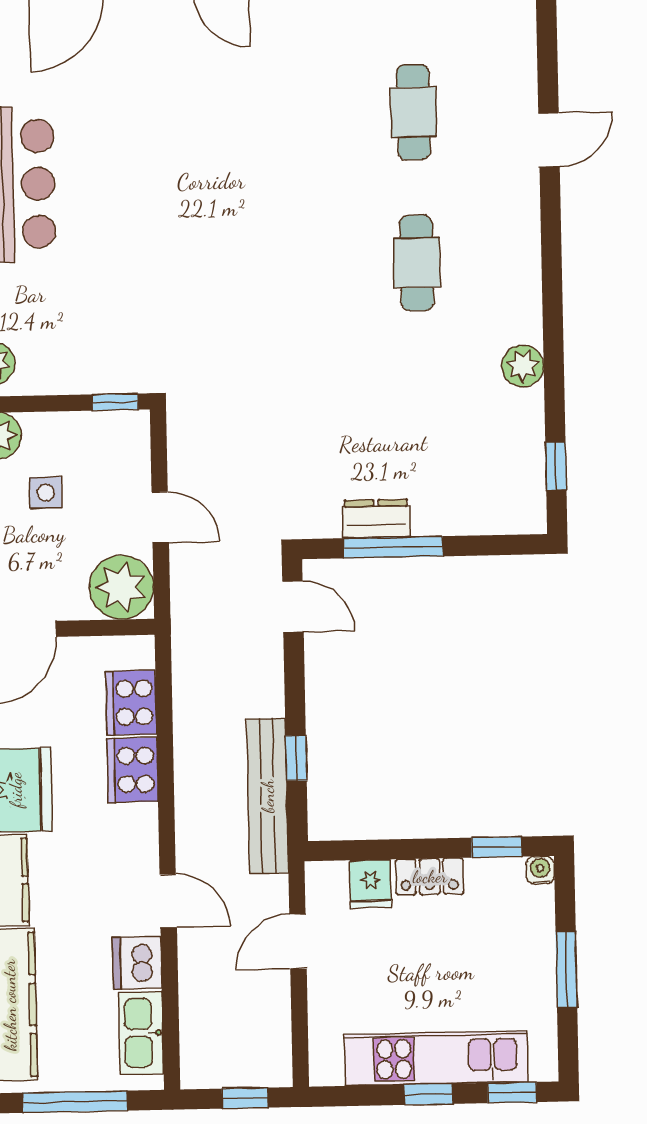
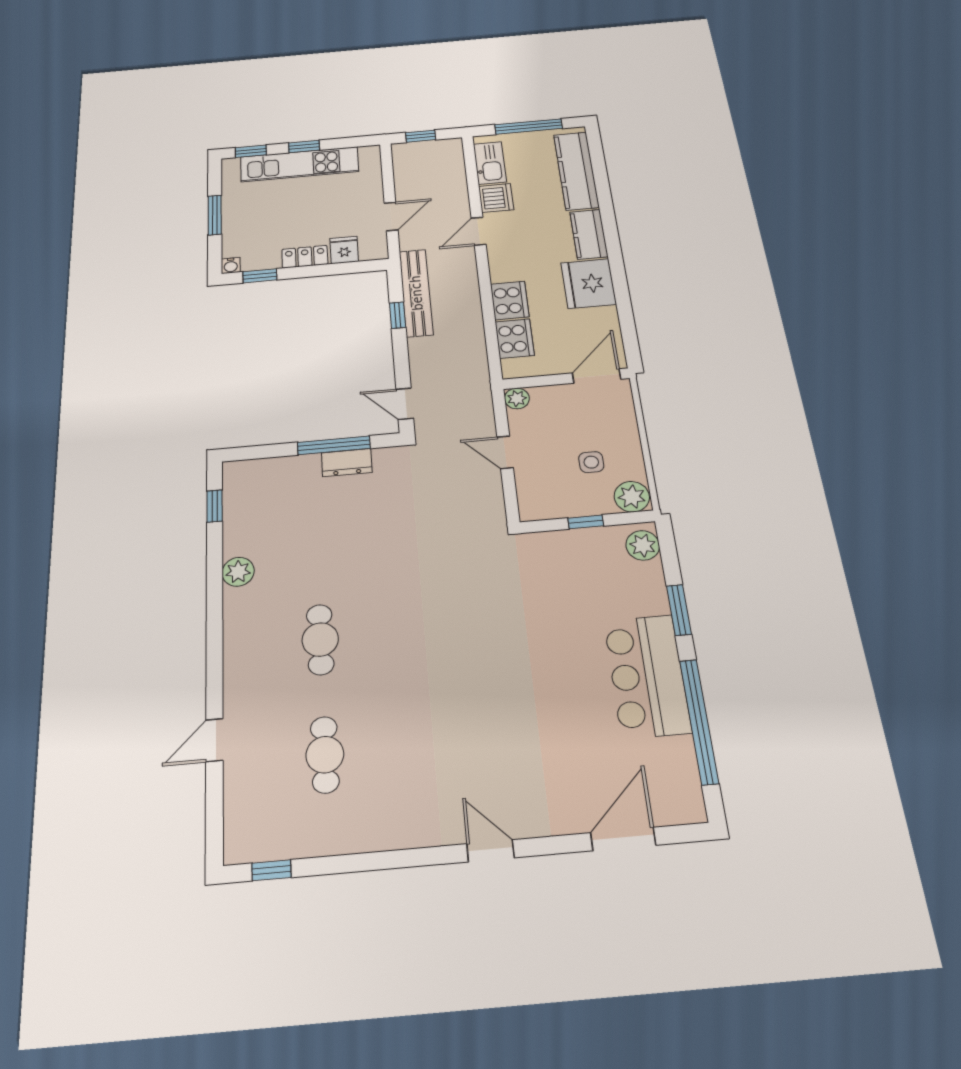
window: (115, 402) -> (586, 522), moved
plant: (121, 587) -> (517, 398), width x0.53, depth x0.53
door: (168, 901) -> (479, 231), hinge flipped

